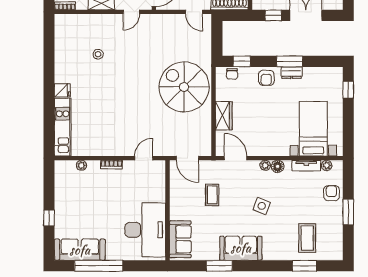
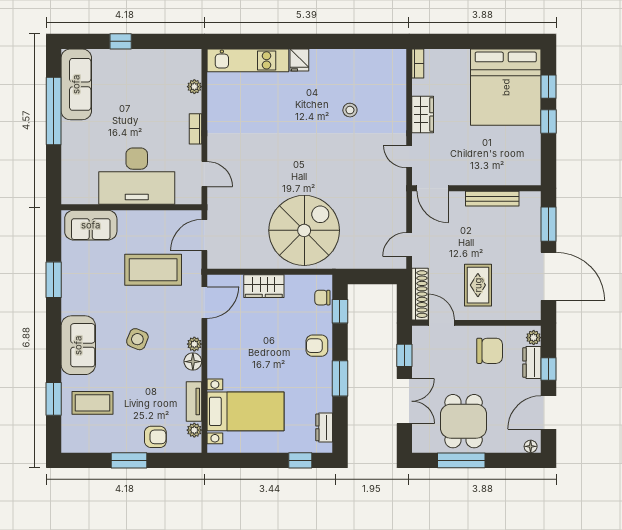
dresser: (292, 73) -> (324, 427), moved
coffee table: (212, 195) -> (153, 270), width x1.86, depth x1.72
desk: (145, 230) -> (137, 176), moved
sofa: (241, 248) -> (78, 345), moved

